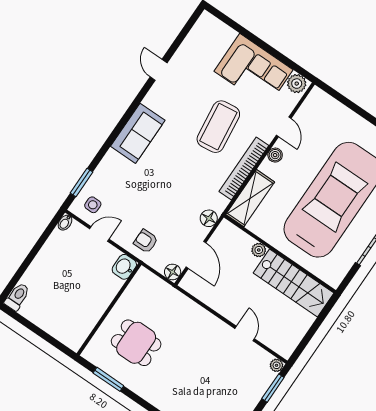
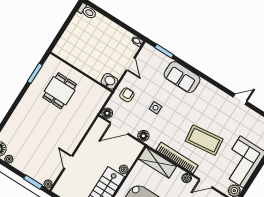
sofa: (138, 133) -> (182, 77), moved
side table: (93, 205) -> (155, 108), moved
door: (245, 334) -> (68, 162), swing flipped

